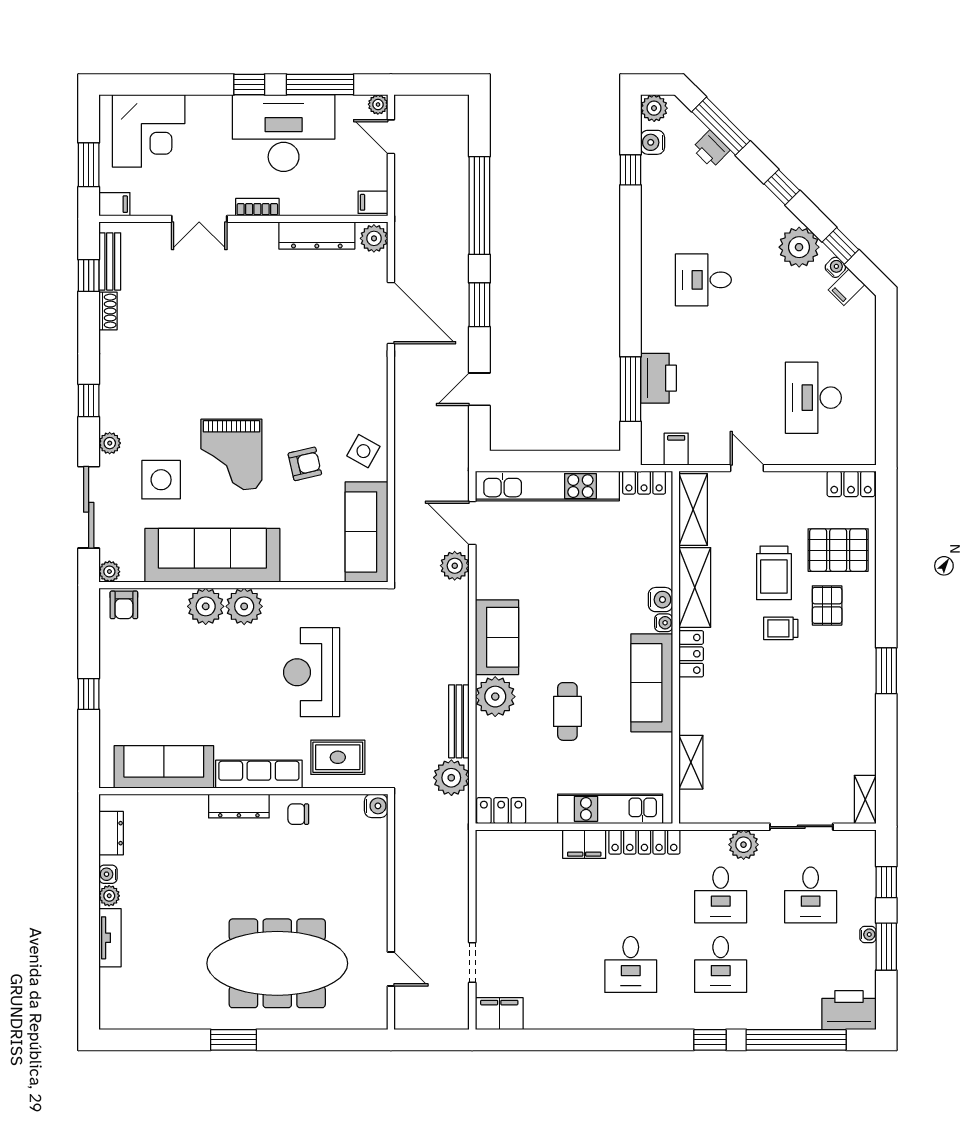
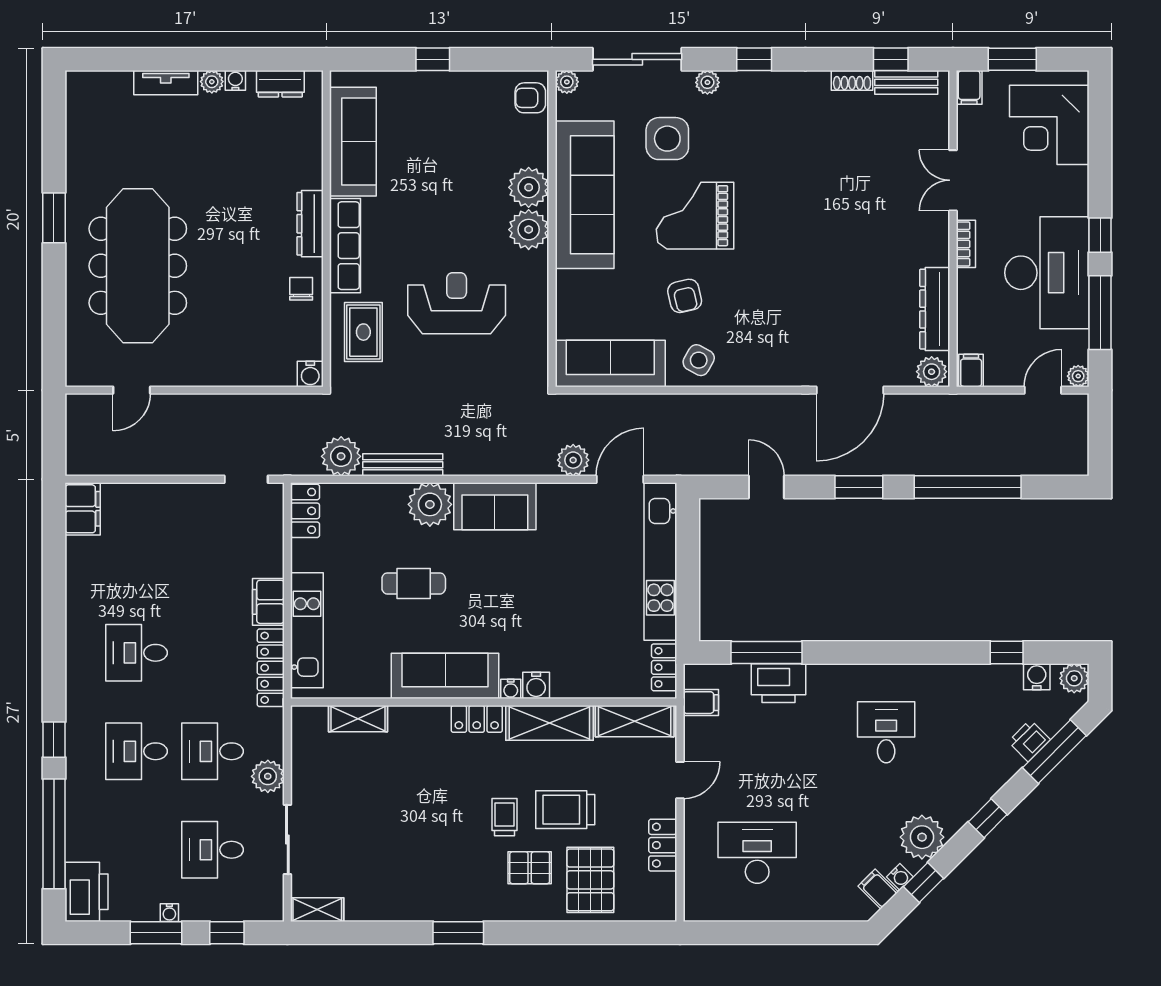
locker: (851, 484) -> (663, 845), moved
doorway: (472, 963) -> (246, 479), moved

